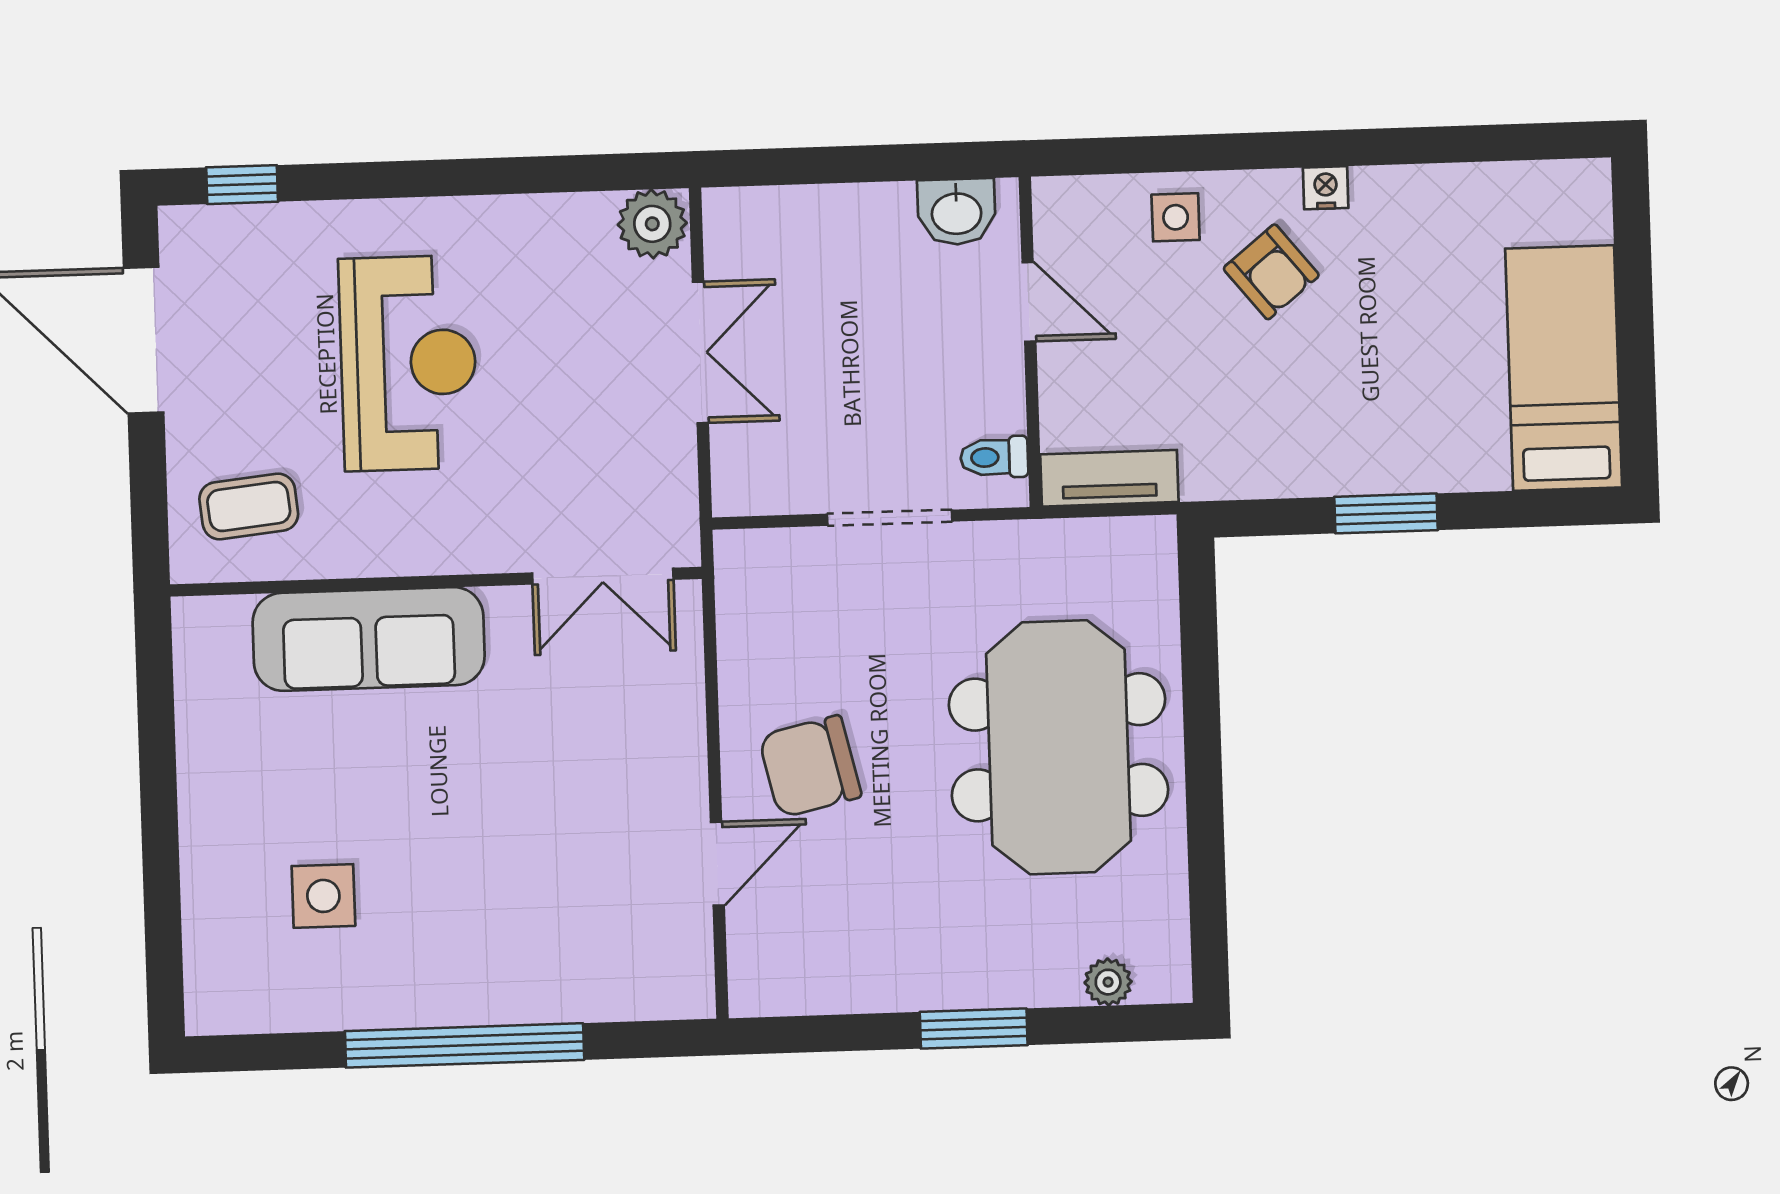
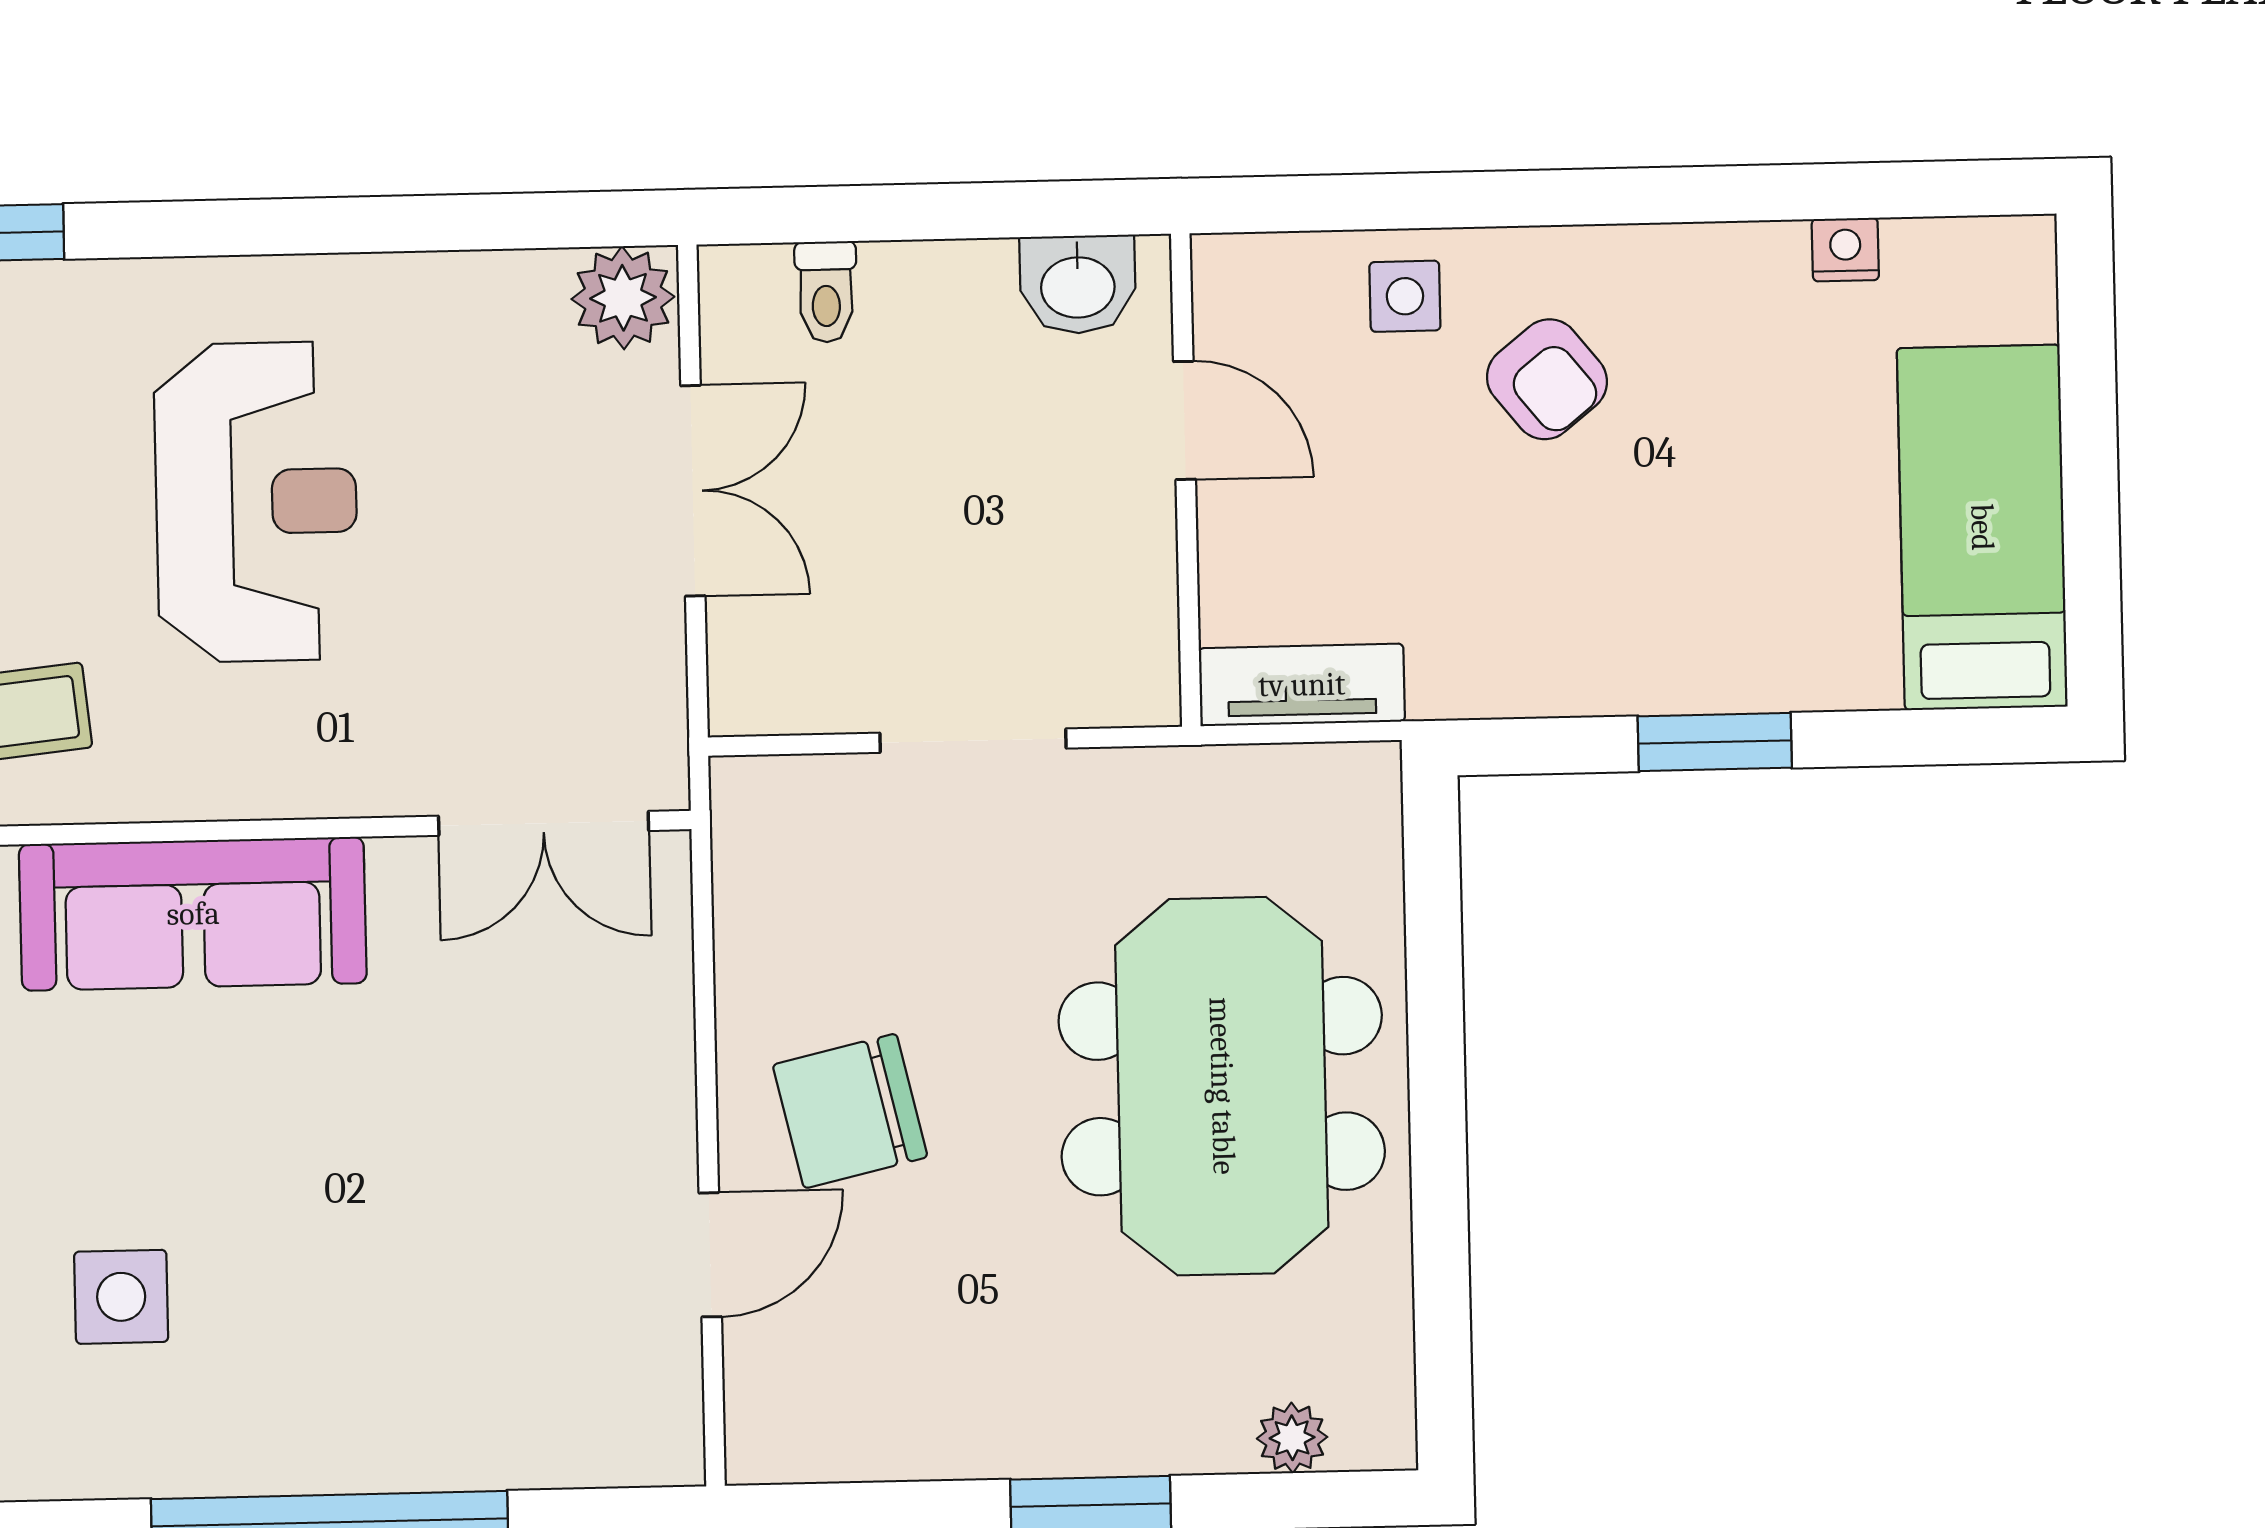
nightstand: (1326, 188) -> (1845, 250), moved
toilet: (994, 457) -> (826, 292), moved, turned -90

